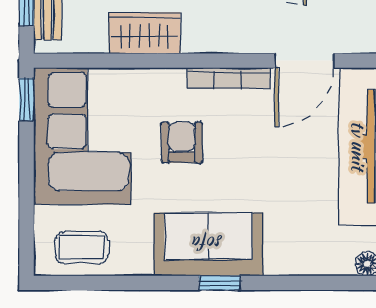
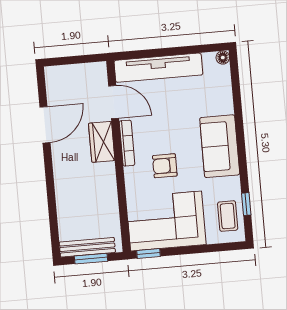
wardrobe: (145, 33) -> (102, 142), moved
window: (220, 283) -> (246, 204), moved

